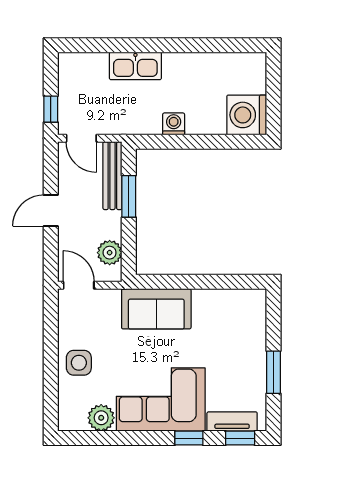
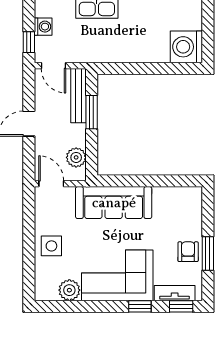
washing machine: (174, 124) -> (43, 27), moved, turned 90
sofa: (156, 309) -> (114, 203), width x1.36
armchair: (249, 370) -> (188, 252), added

